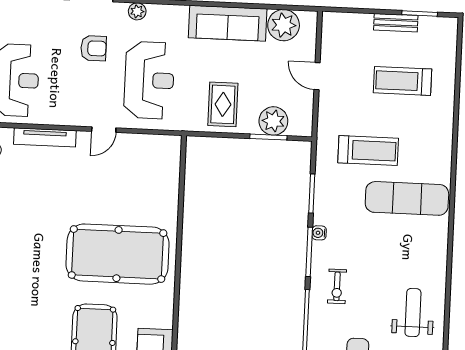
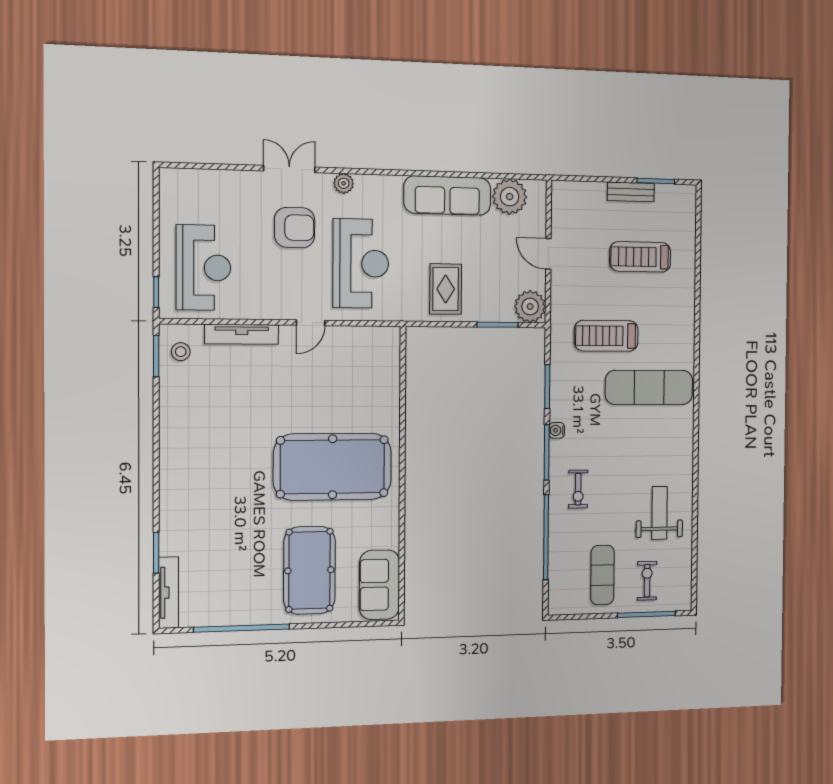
armchair: (94, 48) -> (295, 228), width x1.38, depth x1.38
plant: (273, 121) -> (530, 307), moved
treadmill: (368, 151) -> (606, 336), turned 180

